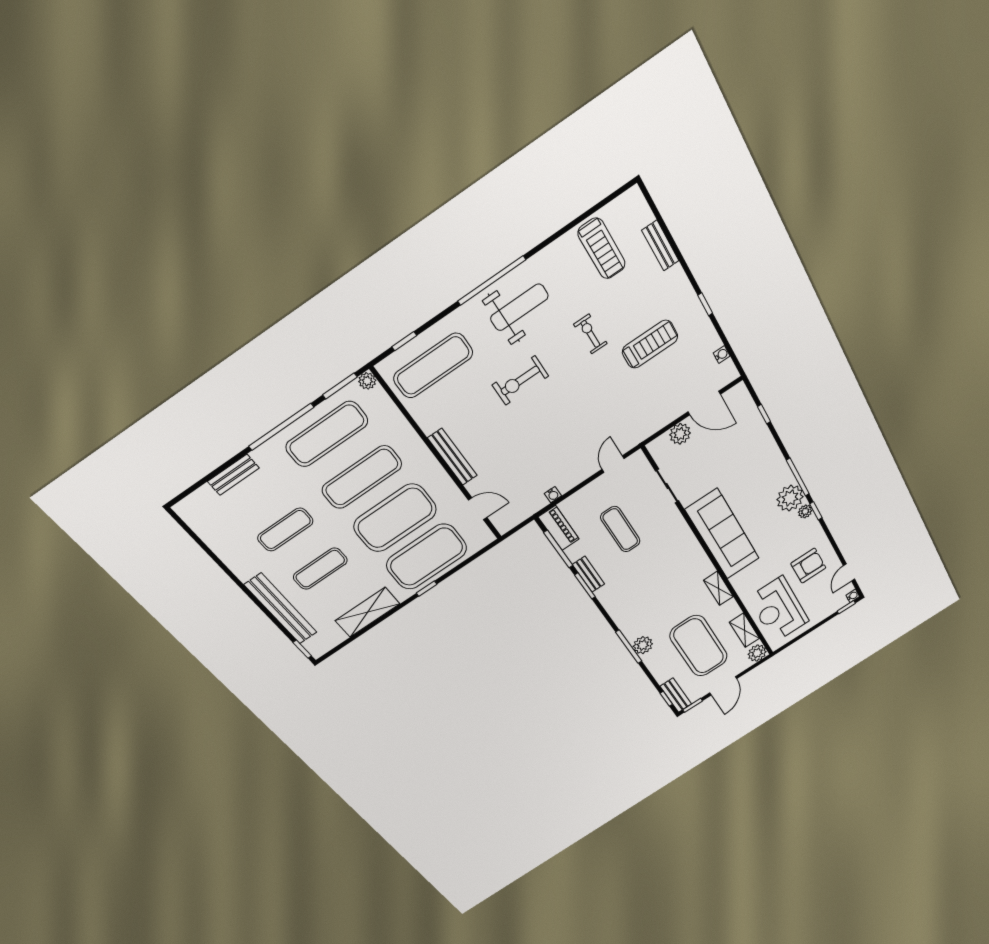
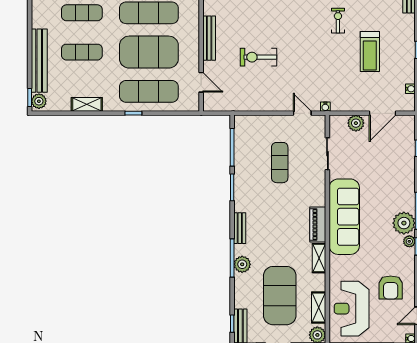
treadmill: (650, 344) -> (370, 51), turned 90
exercise bike: (520, 380) -> (258, 57), moved
door: (704, 403) -> (382, 113), hinge flipped
door: (613, 464) -> (302, 113), hinge flipped
water cooler: (553, 495) -> (325, 107), moved
piano: (559, 528) -> (318, 225), moved, turned 180
exercise mat: (427, 557) -> (149, 91), width x0.68
armchair: (808, 566) -> (391, 287), turned 90
bench: (589, 574) -> (240, 228), moved
shelving: (368, 612) -> (87, 104), width x0.67, depth x0.75
plant: (315, 646) -> (39, 101), added

